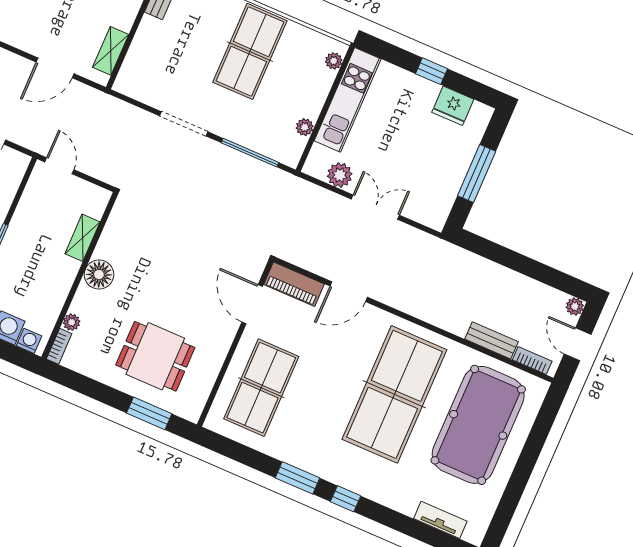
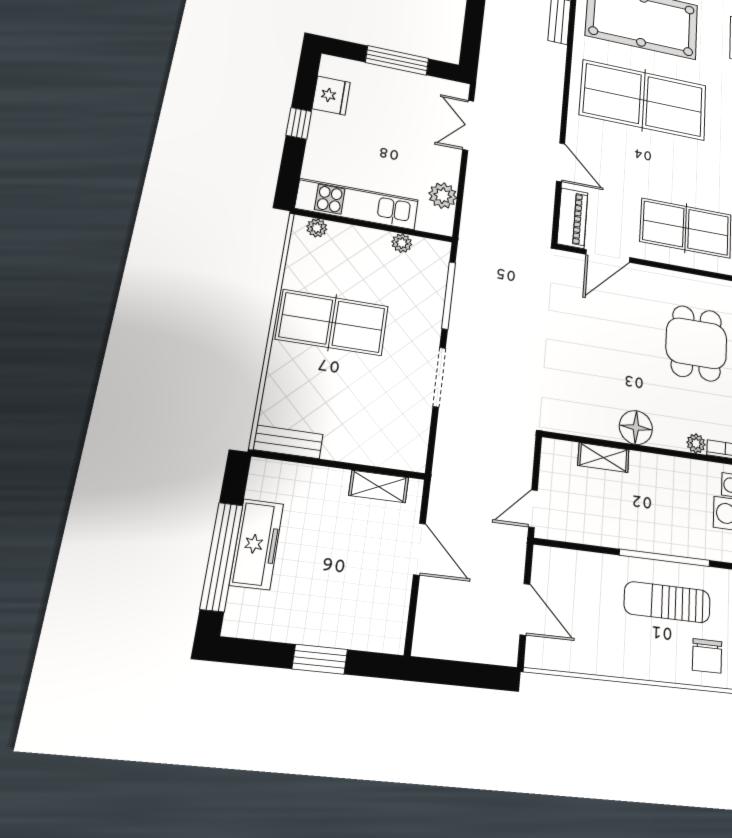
double door: (375, 207) -> (468, 125), moved

